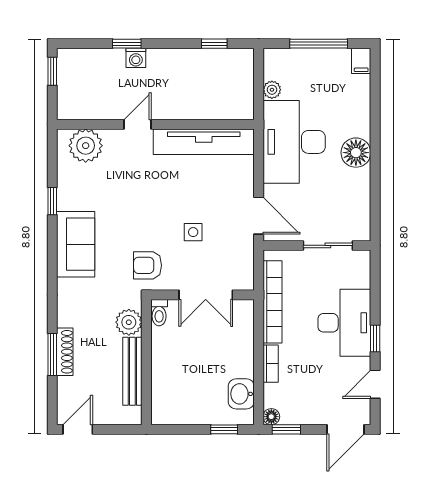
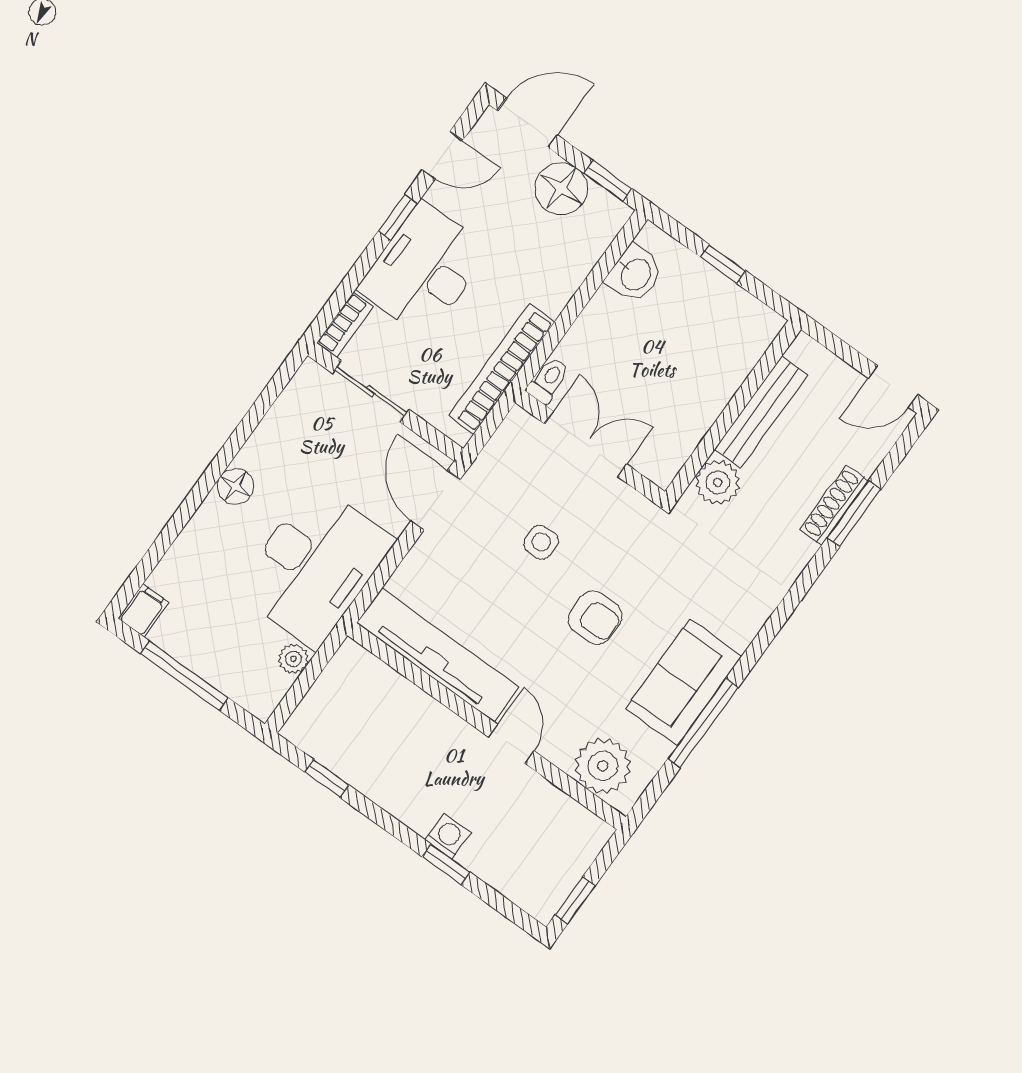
door: (137, 124) -> (511, 744), swing flipped
floor lamp: (356, 153) -> (235, 486), width x0.73, depth x0.73
window: (52, 201) -> (703, 723), width x2.17
sofa: (76, 244) -> (684, 682), moved
armchair: (148, 265) -> (595, 618), moved
toilet: (159, 313) -> (548, 380), moved
bookcase: (271, 364) -> (345, 325), moved, turned 180
floor lamp: (271, 417) -> (561, 189), moved, width x1.89, depth x1.89
window: (224, 429) -> (723, 264), moved

